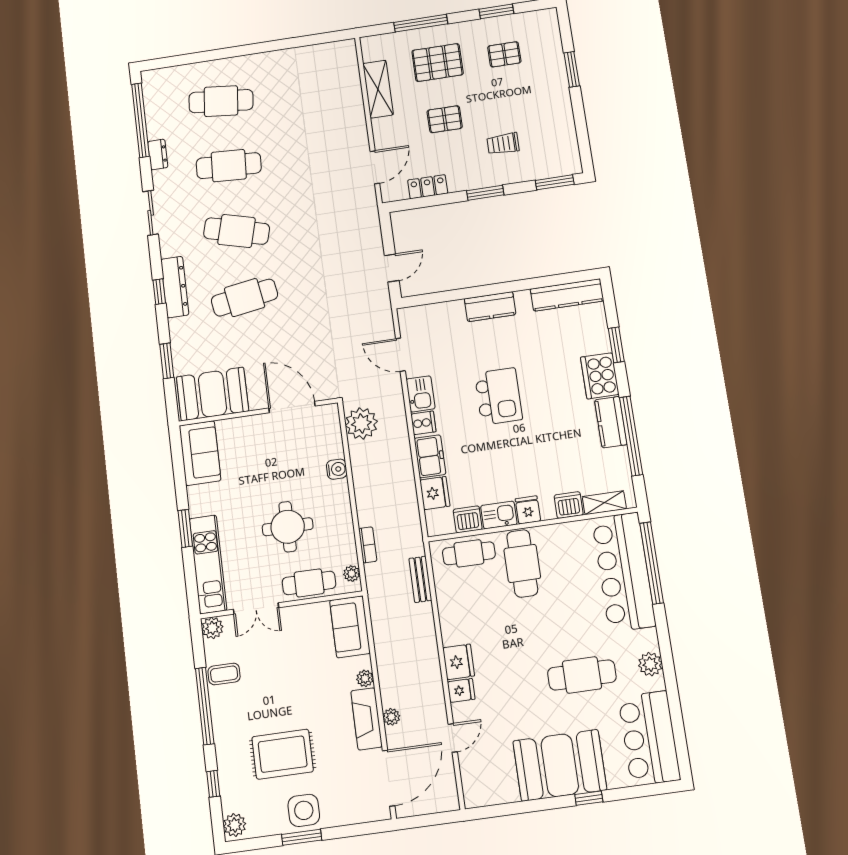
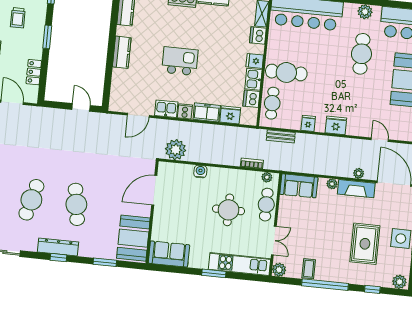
fridge: (461, 690) -> (308, 123), moved

